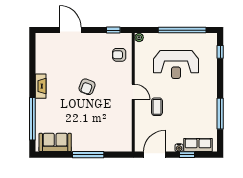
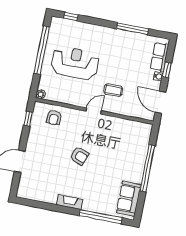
reception desk: (176, 65) -> (75, 63), turned -90
window: (88, 155) -> (147, 168), width x1.46

